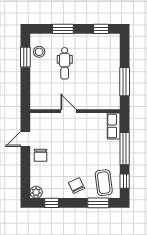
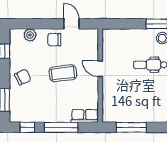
door: (68, 111) -> (100, 69), swing flipped
coffee table: (104, 183) -> (63, 73), moved
plant: (36, 192) -> (30, 35), moved

